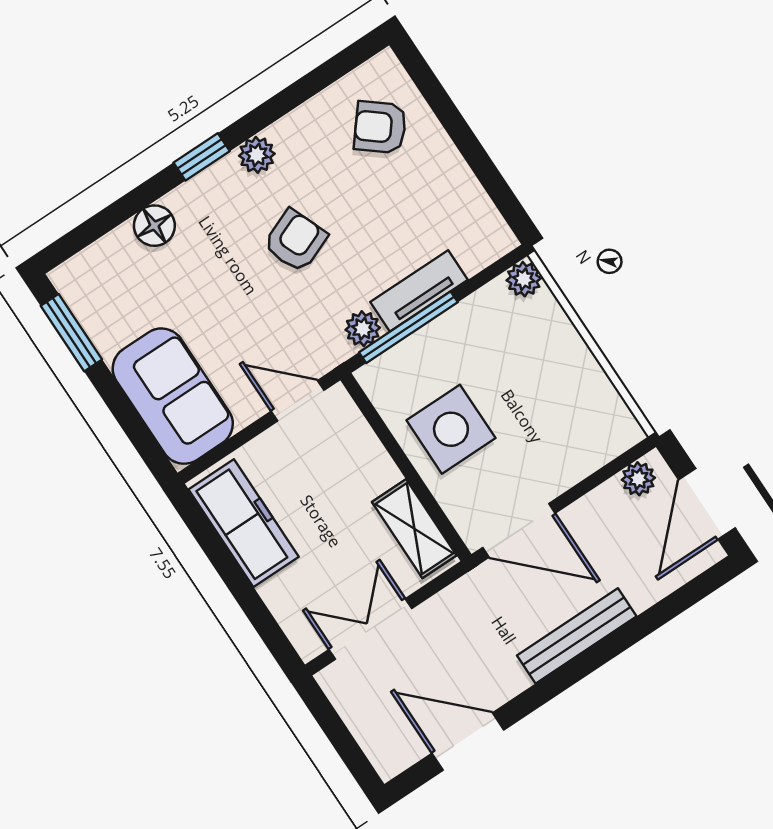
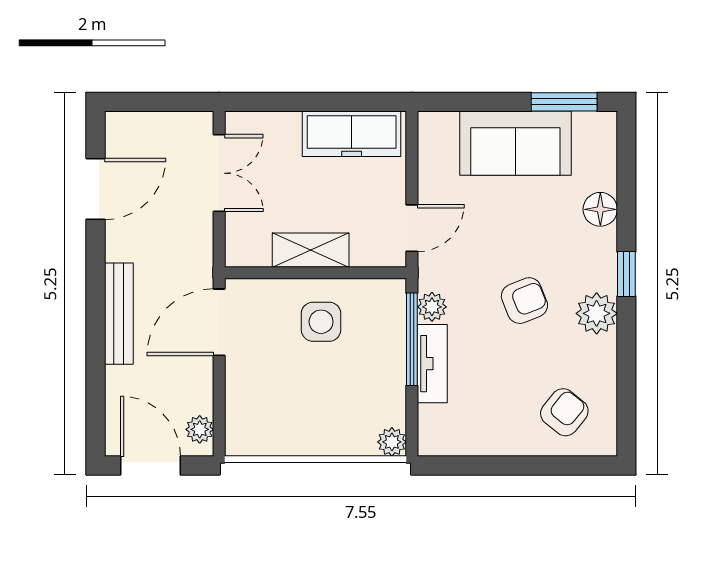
plant: (257, 155) -> (597, 313), width x1.38, depth x1.38
armchair: (295, 241) -> (524, 301), turned -90
sofa: (173, 396) -> (515, 143), moved
side table: (451, 429) -> (321, 322), width x0.73, depth x0.73
shelving: (414, 529) -> (311, 250), moved

